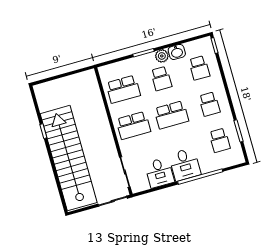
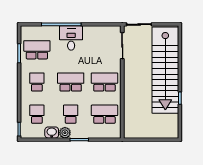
school desk: (220, 140) -> (37, 50), width x1.85
desk: (159, 173) -> (94, 37), removed

